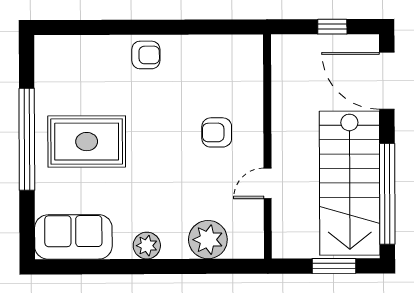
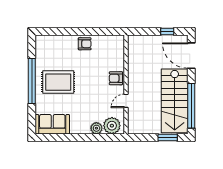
wall: (267, 147) -> (126, 85), moved
door: (268, 183) -> (126, 101), moved
plant: (147, 246) -> (96, 128), moved

